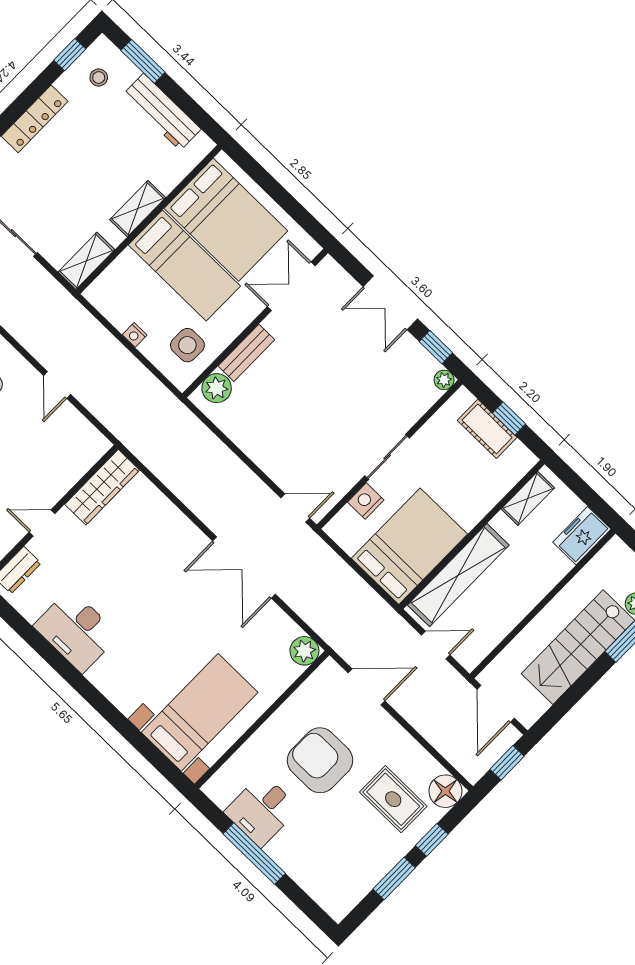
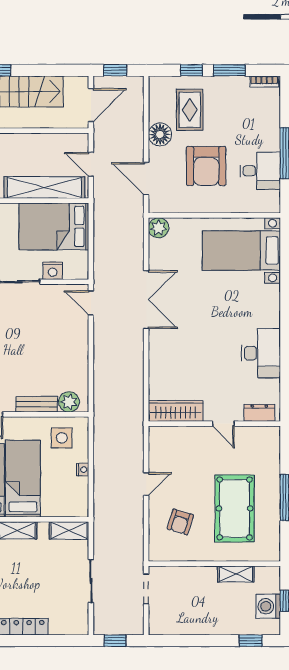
floor lamp: (445, 791) -> (160, 134), moved
bookcase: (348, 903) -> (264, 81), added

